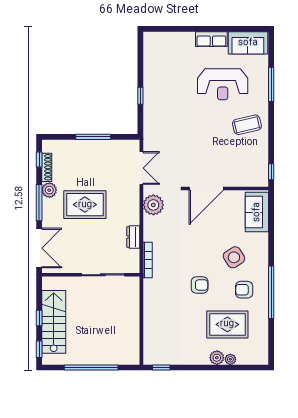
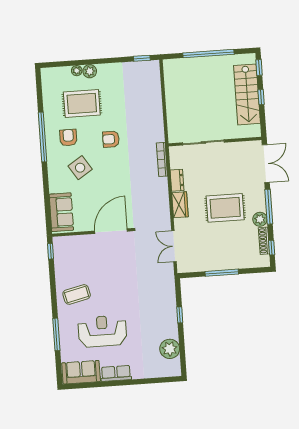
plant: (153, 205) -> (170, 349), moved
wardrobe: (132, 211) -> (180, 205), added
double door: (39, 248) -> (266, 164), swing flipped
armchair: (244, 290) -> (68, 138), turned -90

